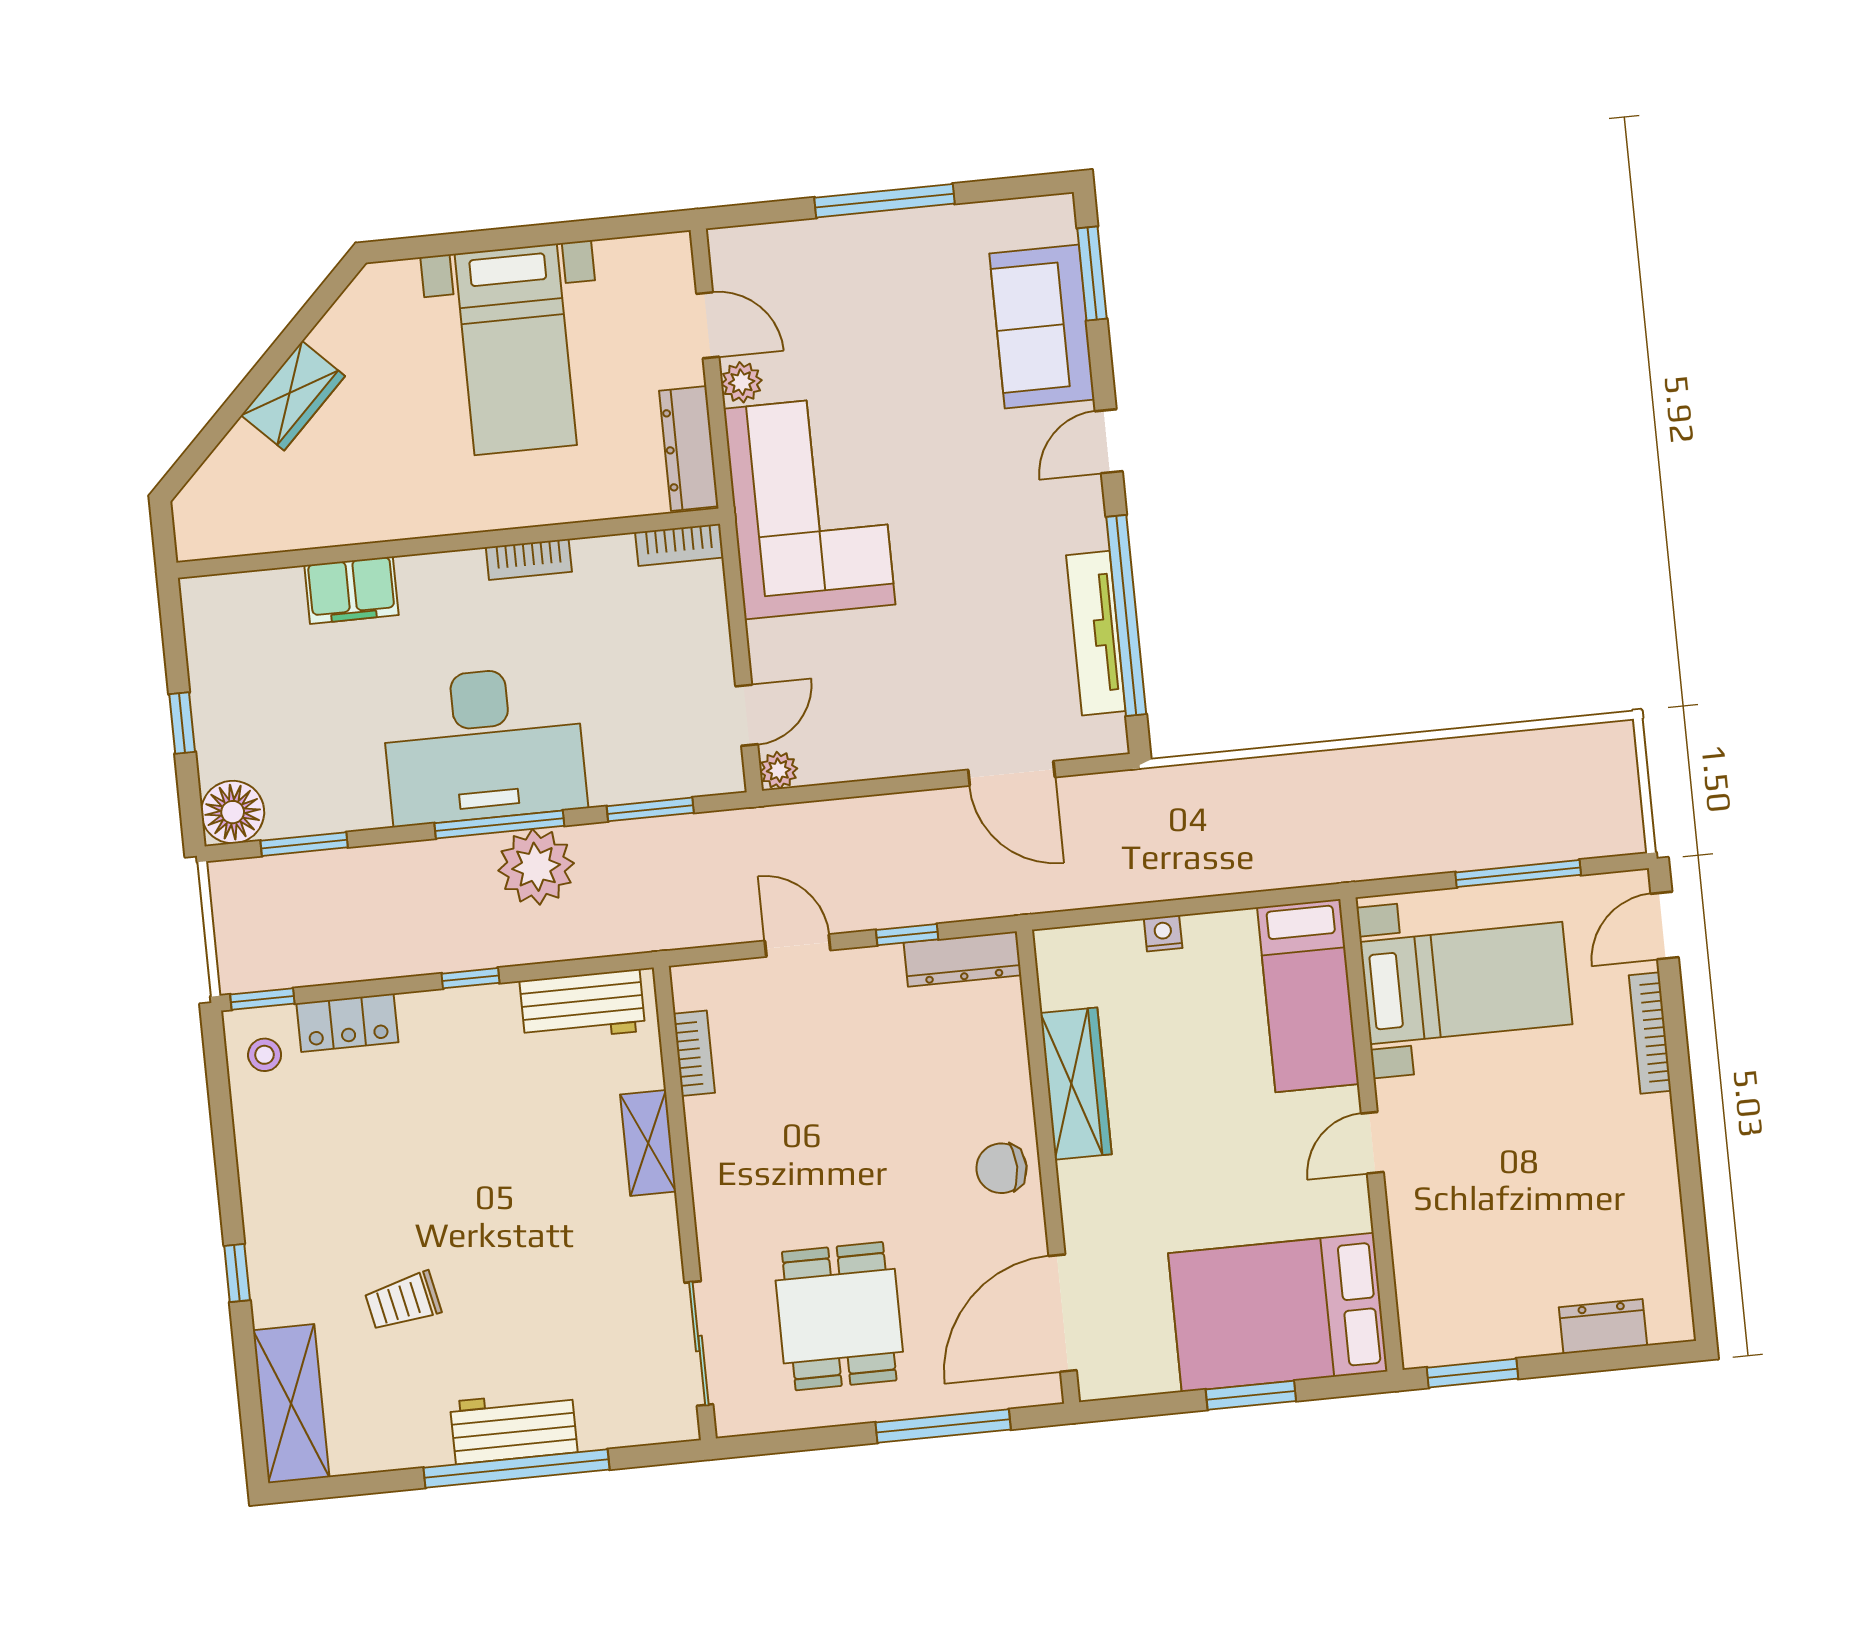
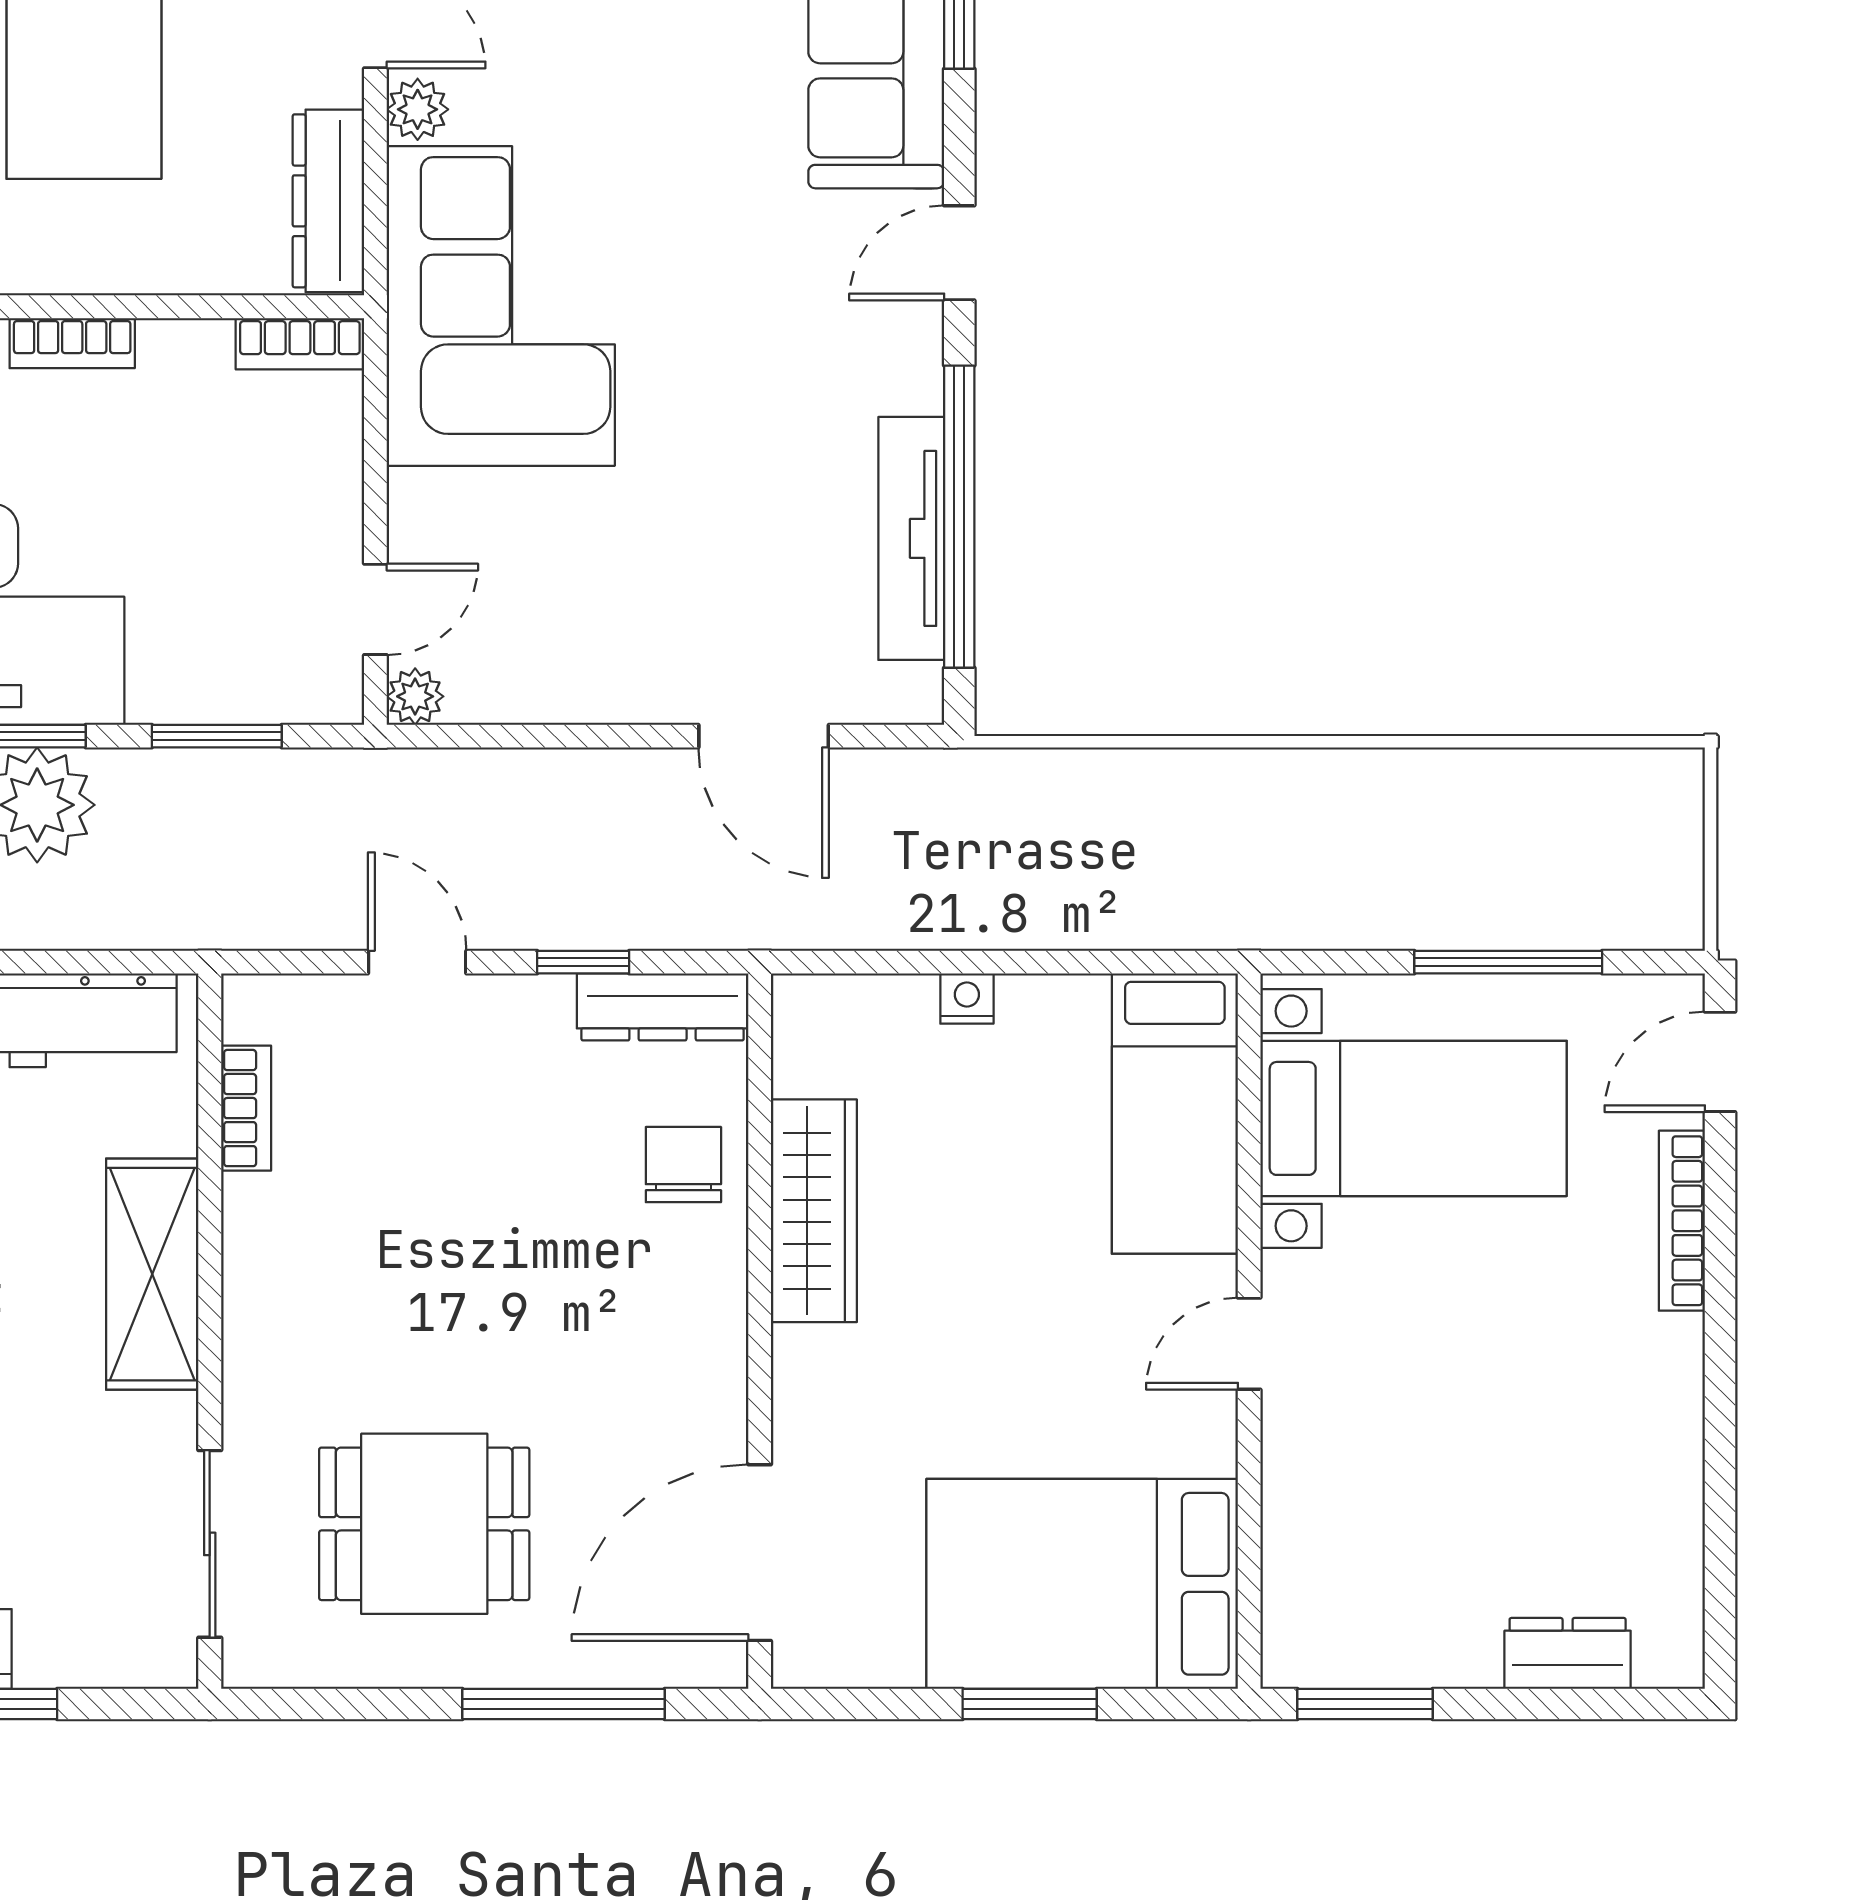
shelving: (648, 1143) -> (152, 1274), width x1.50, depth x1.33
chair: (1001, 1168) -> (683, 1165), moved, turned 90
dining table: (839, 1316) -> (424, 1524), turned 90

